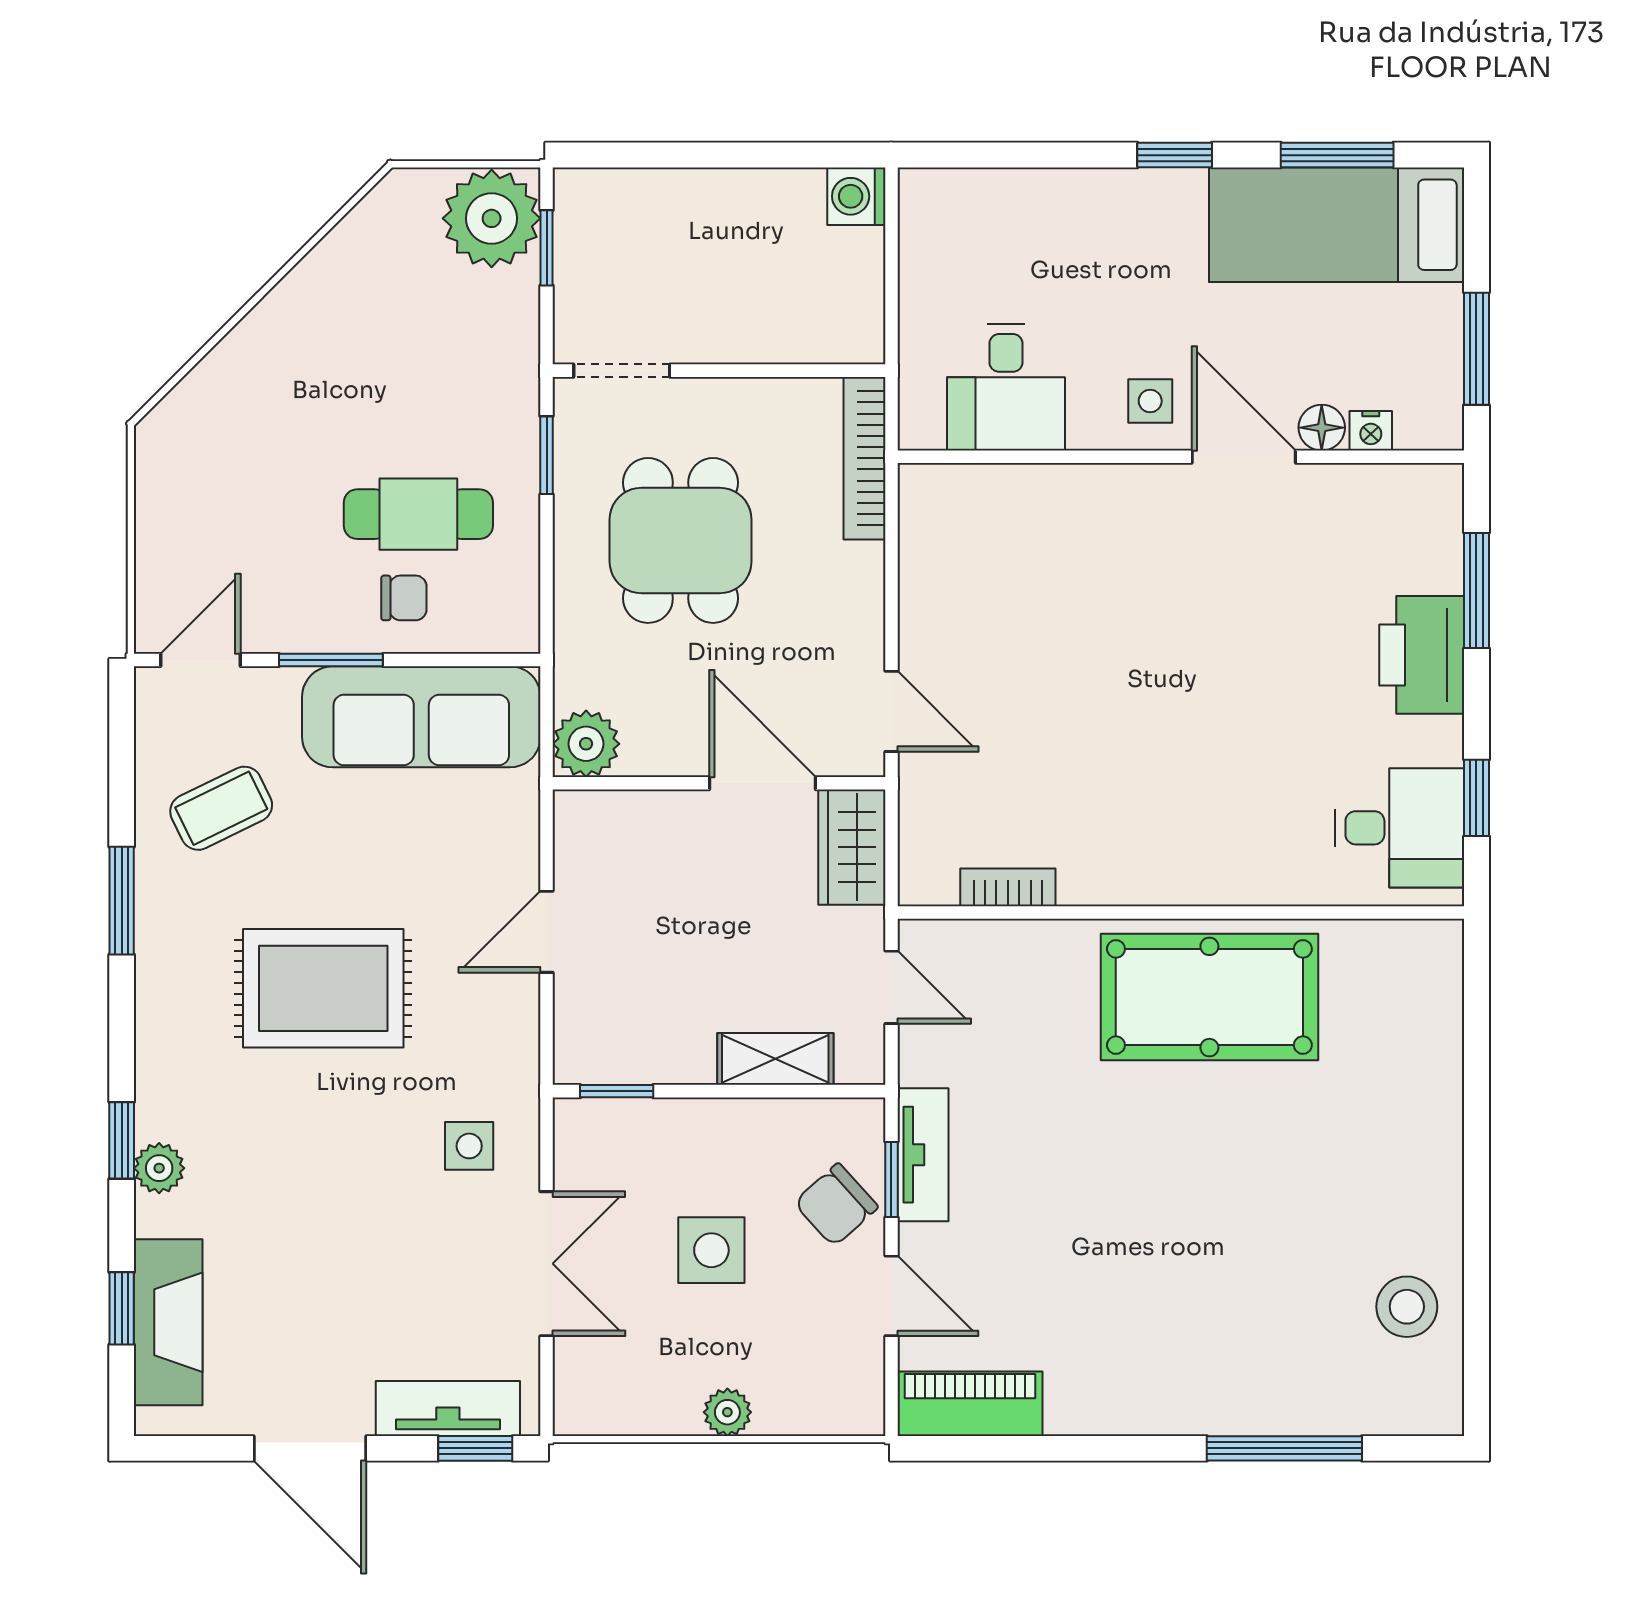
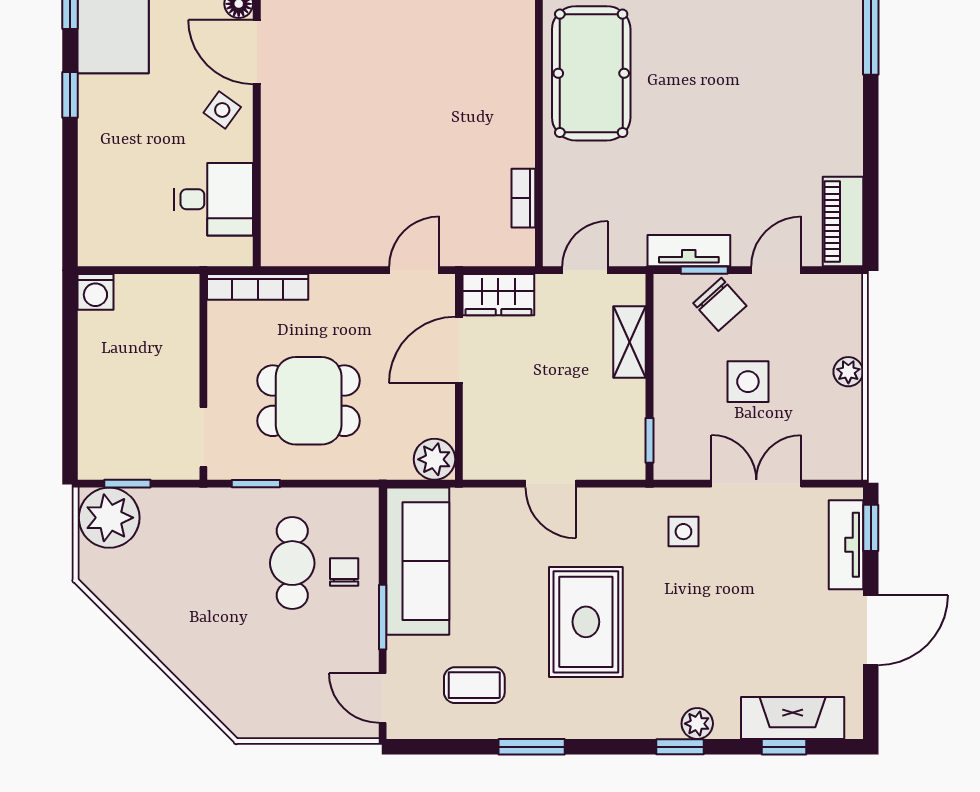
side table: (1150, 401) -> (222, 110), turned 36
door: (1244, 457) -> (257, 52), hinge flipped
coffee table: (221, 808) -> (474, 685), turned -64

